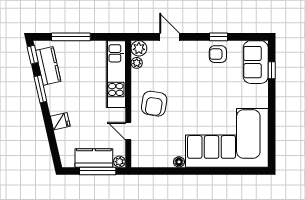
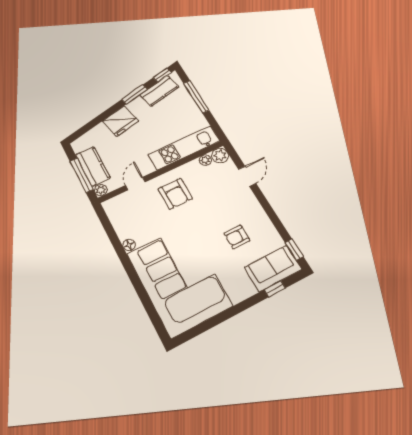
window: (218, 37) -> (294, 250), moved
armchair: (218, 54) -> (237, 237), moved, turned -90
armchair: (154, 104) -> (175, 194), turned -99
fridge: (60, 121) -> (121, 121), width x1.88, depth x1.34

